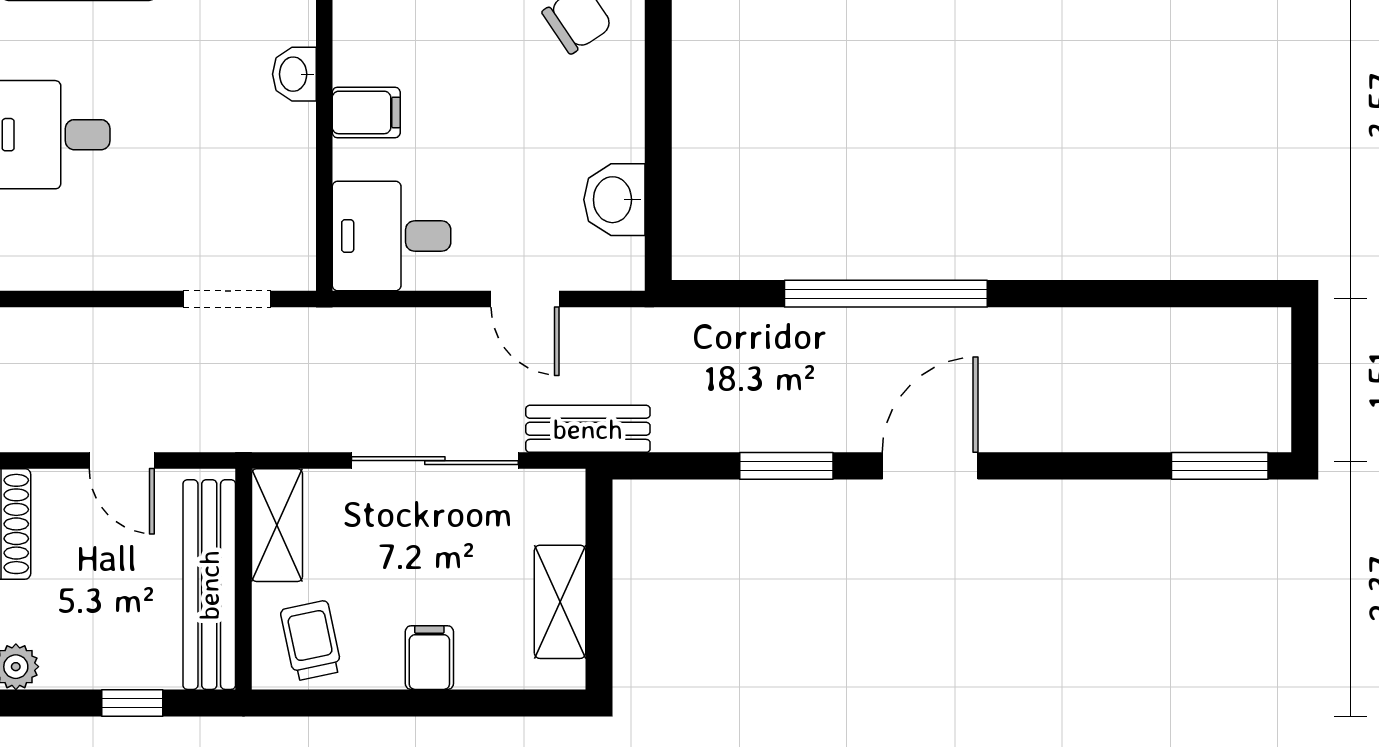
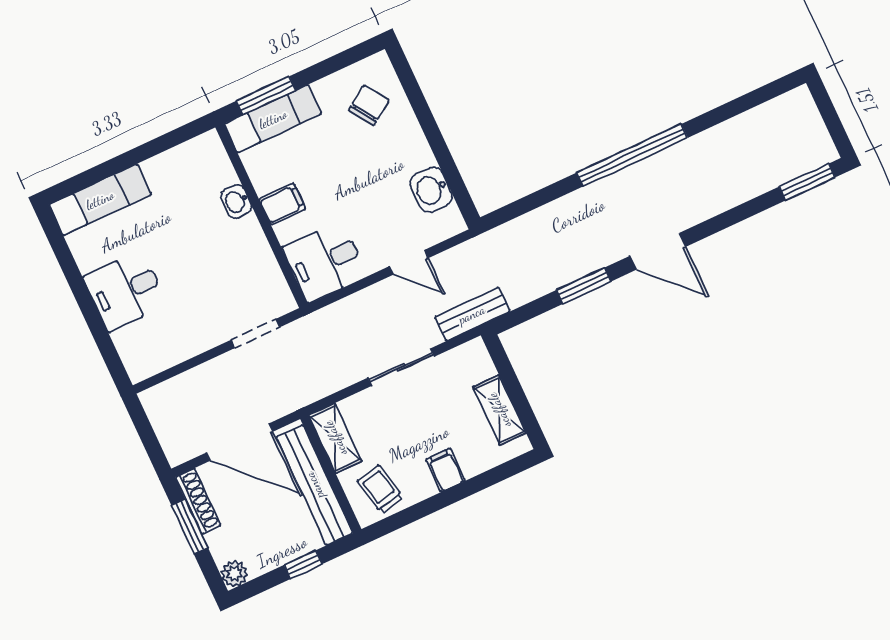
window: (886, 294) -> (632, 155), moved
door: (122, 461) -> (240, 442), width x1.88
sliding door: (435, 461) -> (401, 367), width x0.73
door: (930, 466) -> (658, 251), swing flipped

